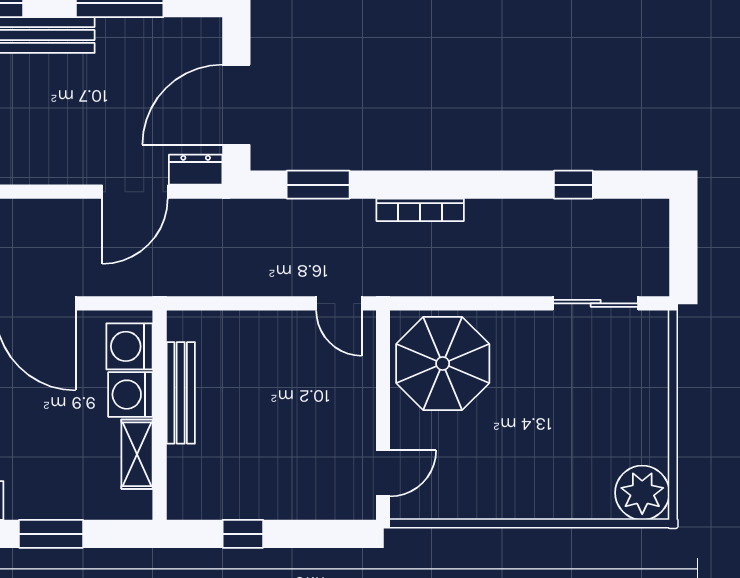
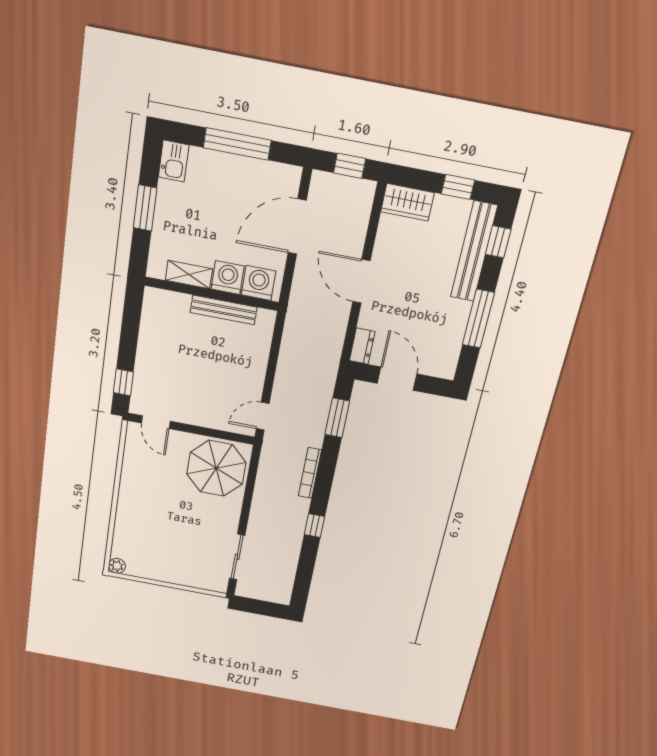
door: (236, 105) -> (397, 379), width x0.73
window: (573, 185) -> (314, 526), moved
door: (135, 192) -> (361, 281), moved
plant: (642, 493) -> (117, 566), width x0.53, depth x0.53
window: (243, 534) -> (123, 382), moved

